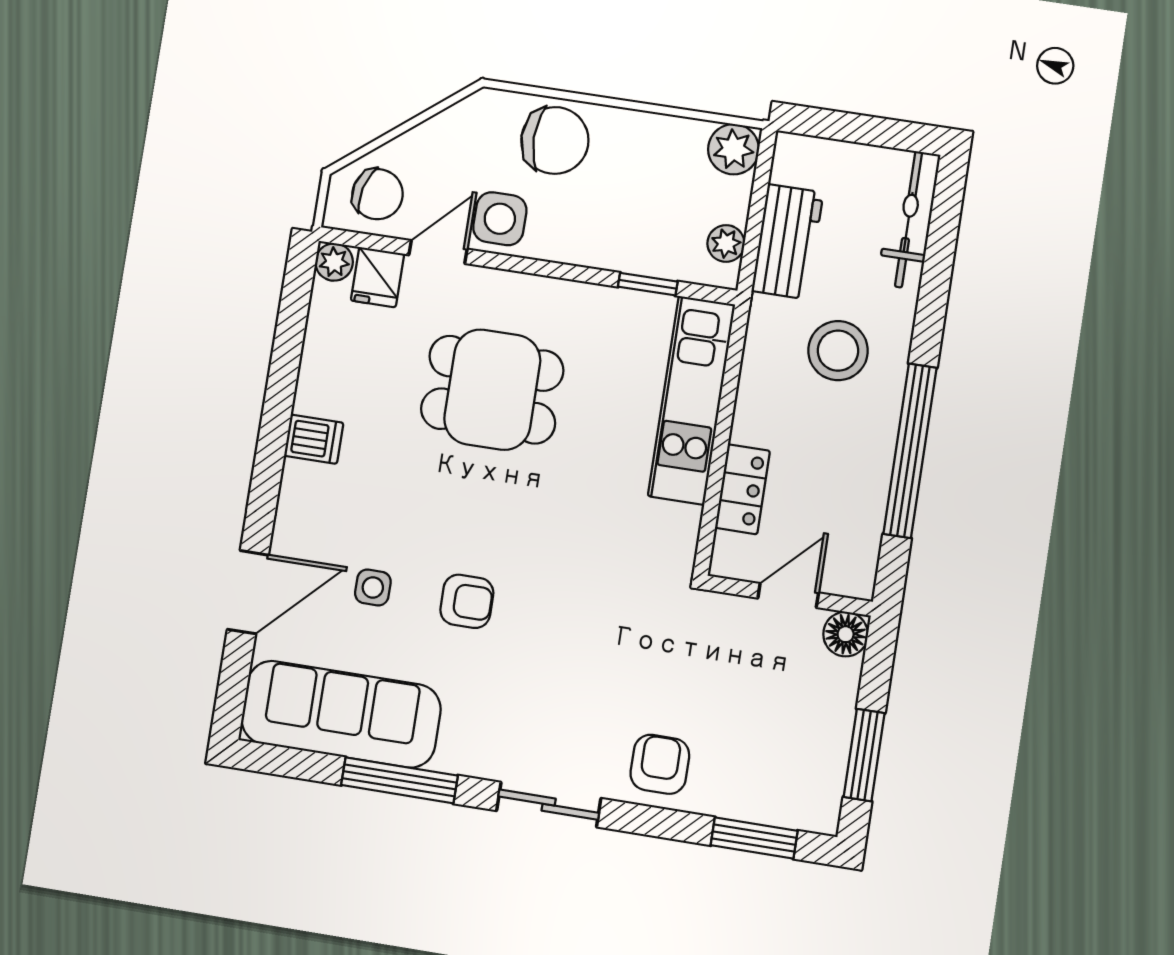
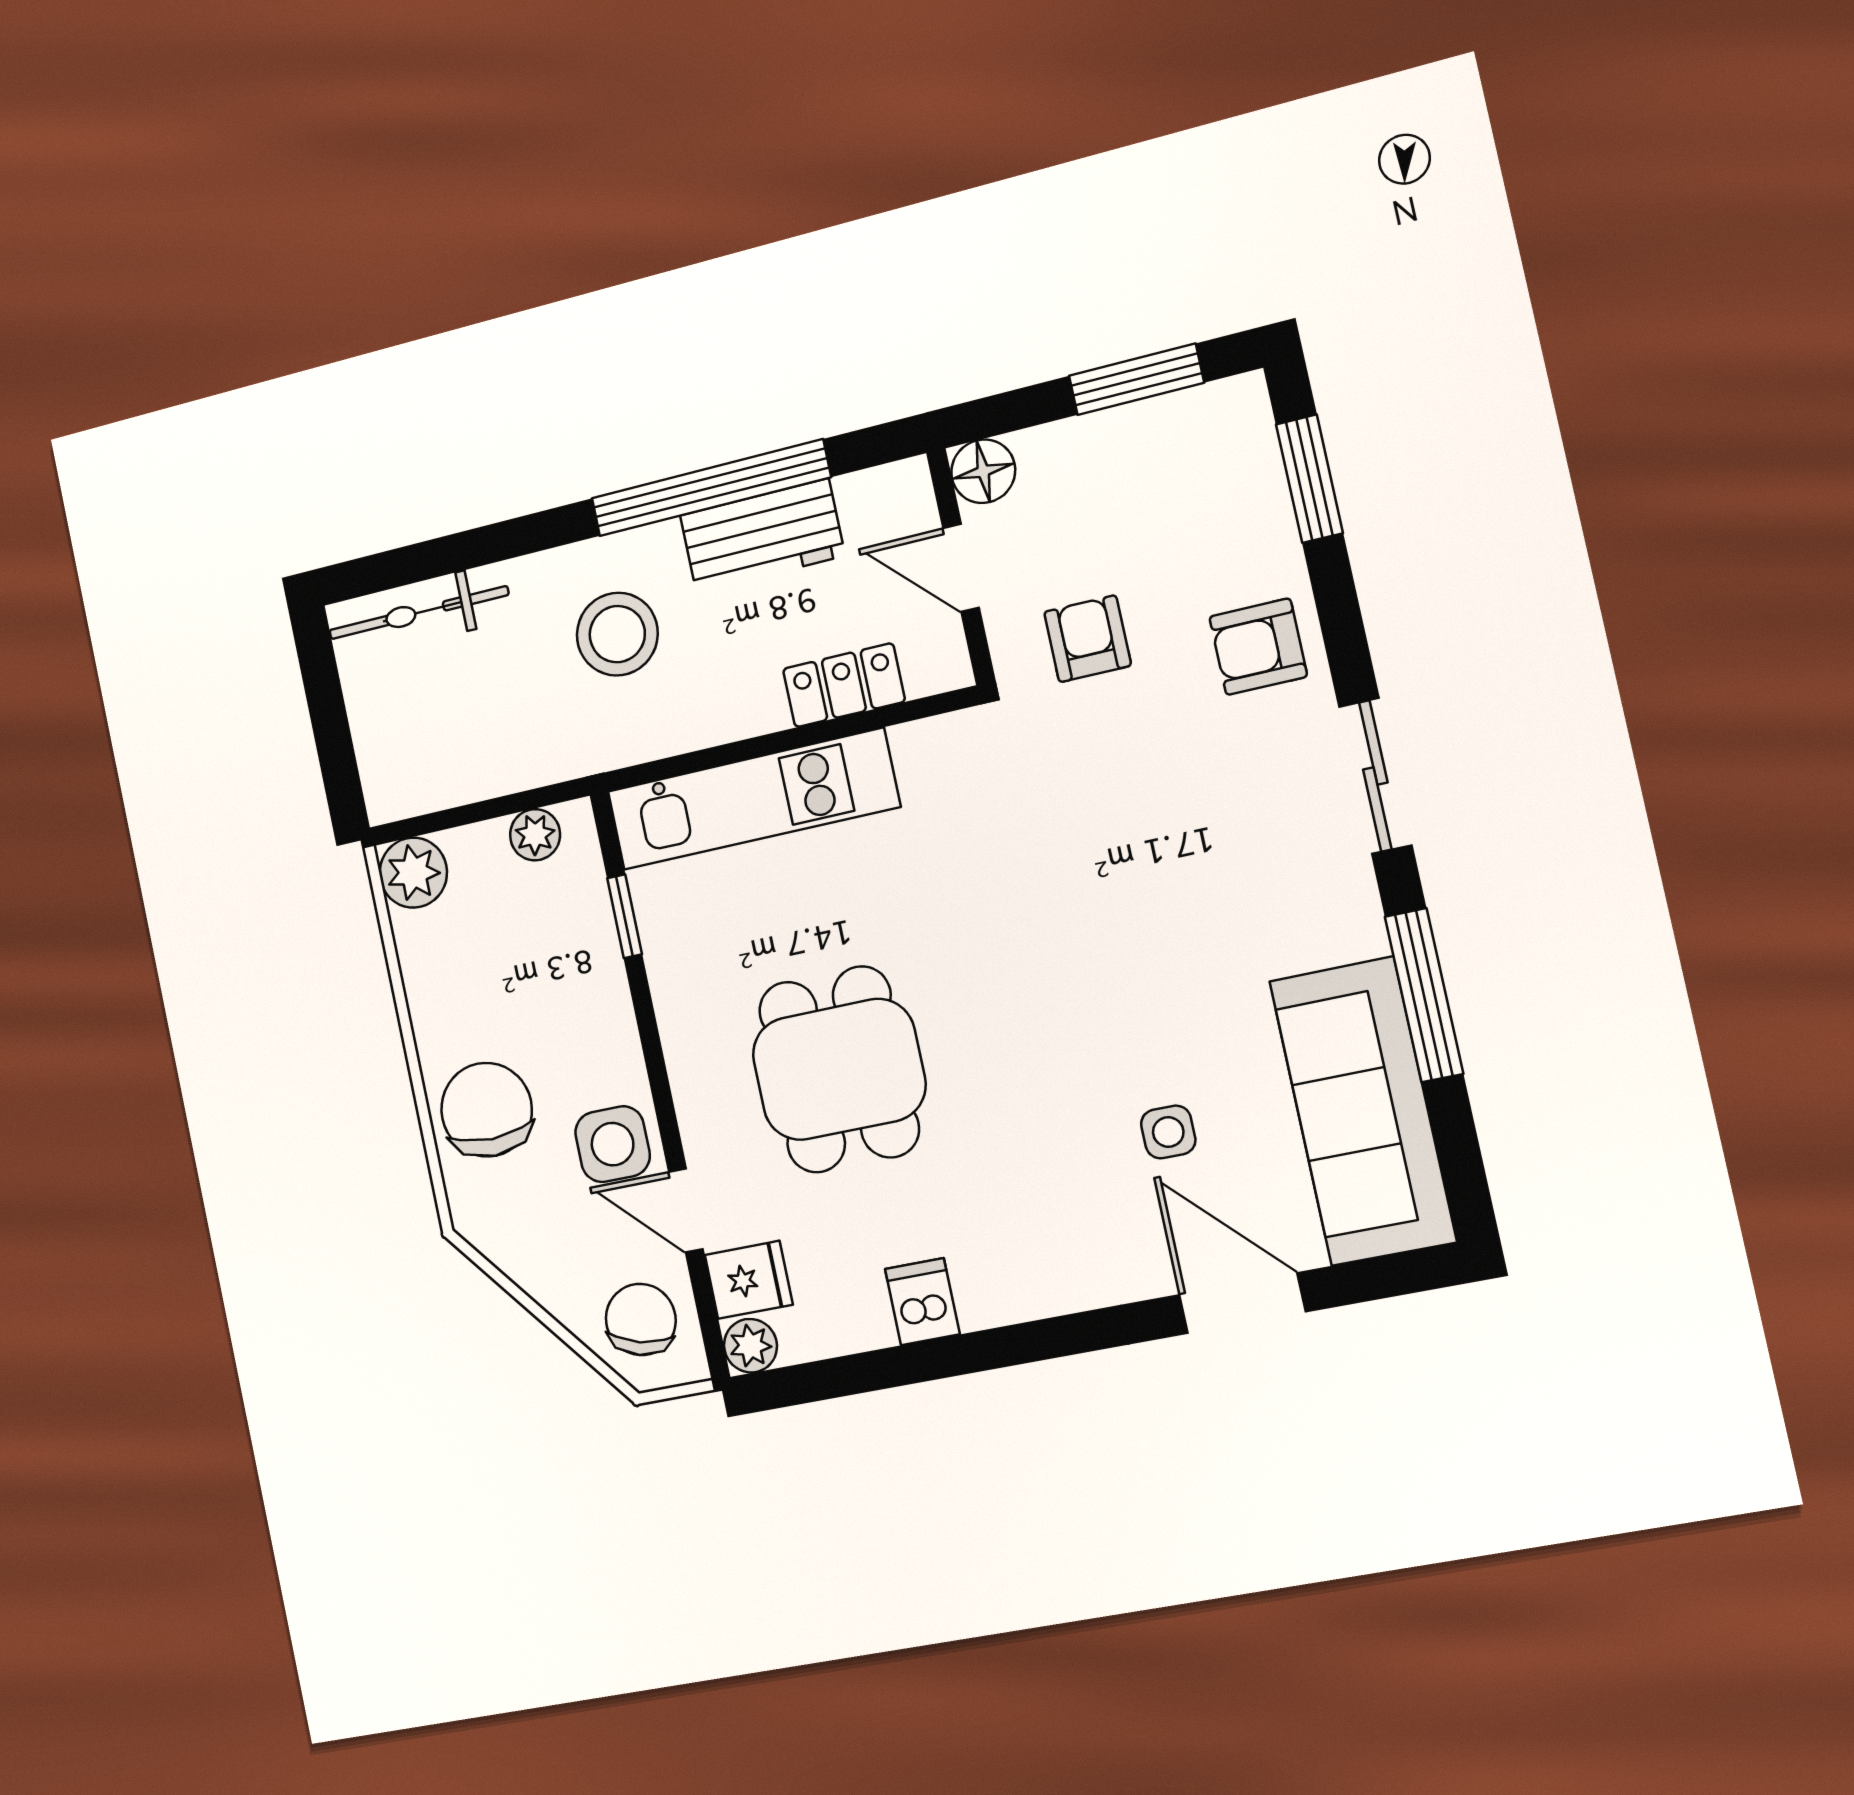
workbench: (788, 242) -> (762, 536), moved, turned 180
dishwasher: (314, 439) -> (922, 1302), moved
armchair: (467, 601) -> (1088, 639), moved

